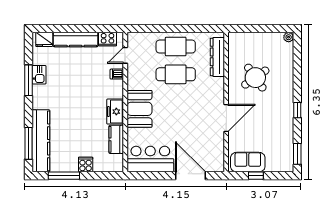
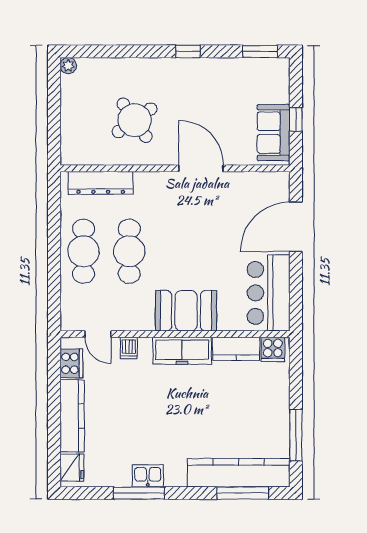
kitchen sink: (39, 75) -> (148, 476), moved
freezer: (115, 112) -> (182, 351), width x1.40
cooker: (86, 165) -> (273, 349), moved, turned -90

